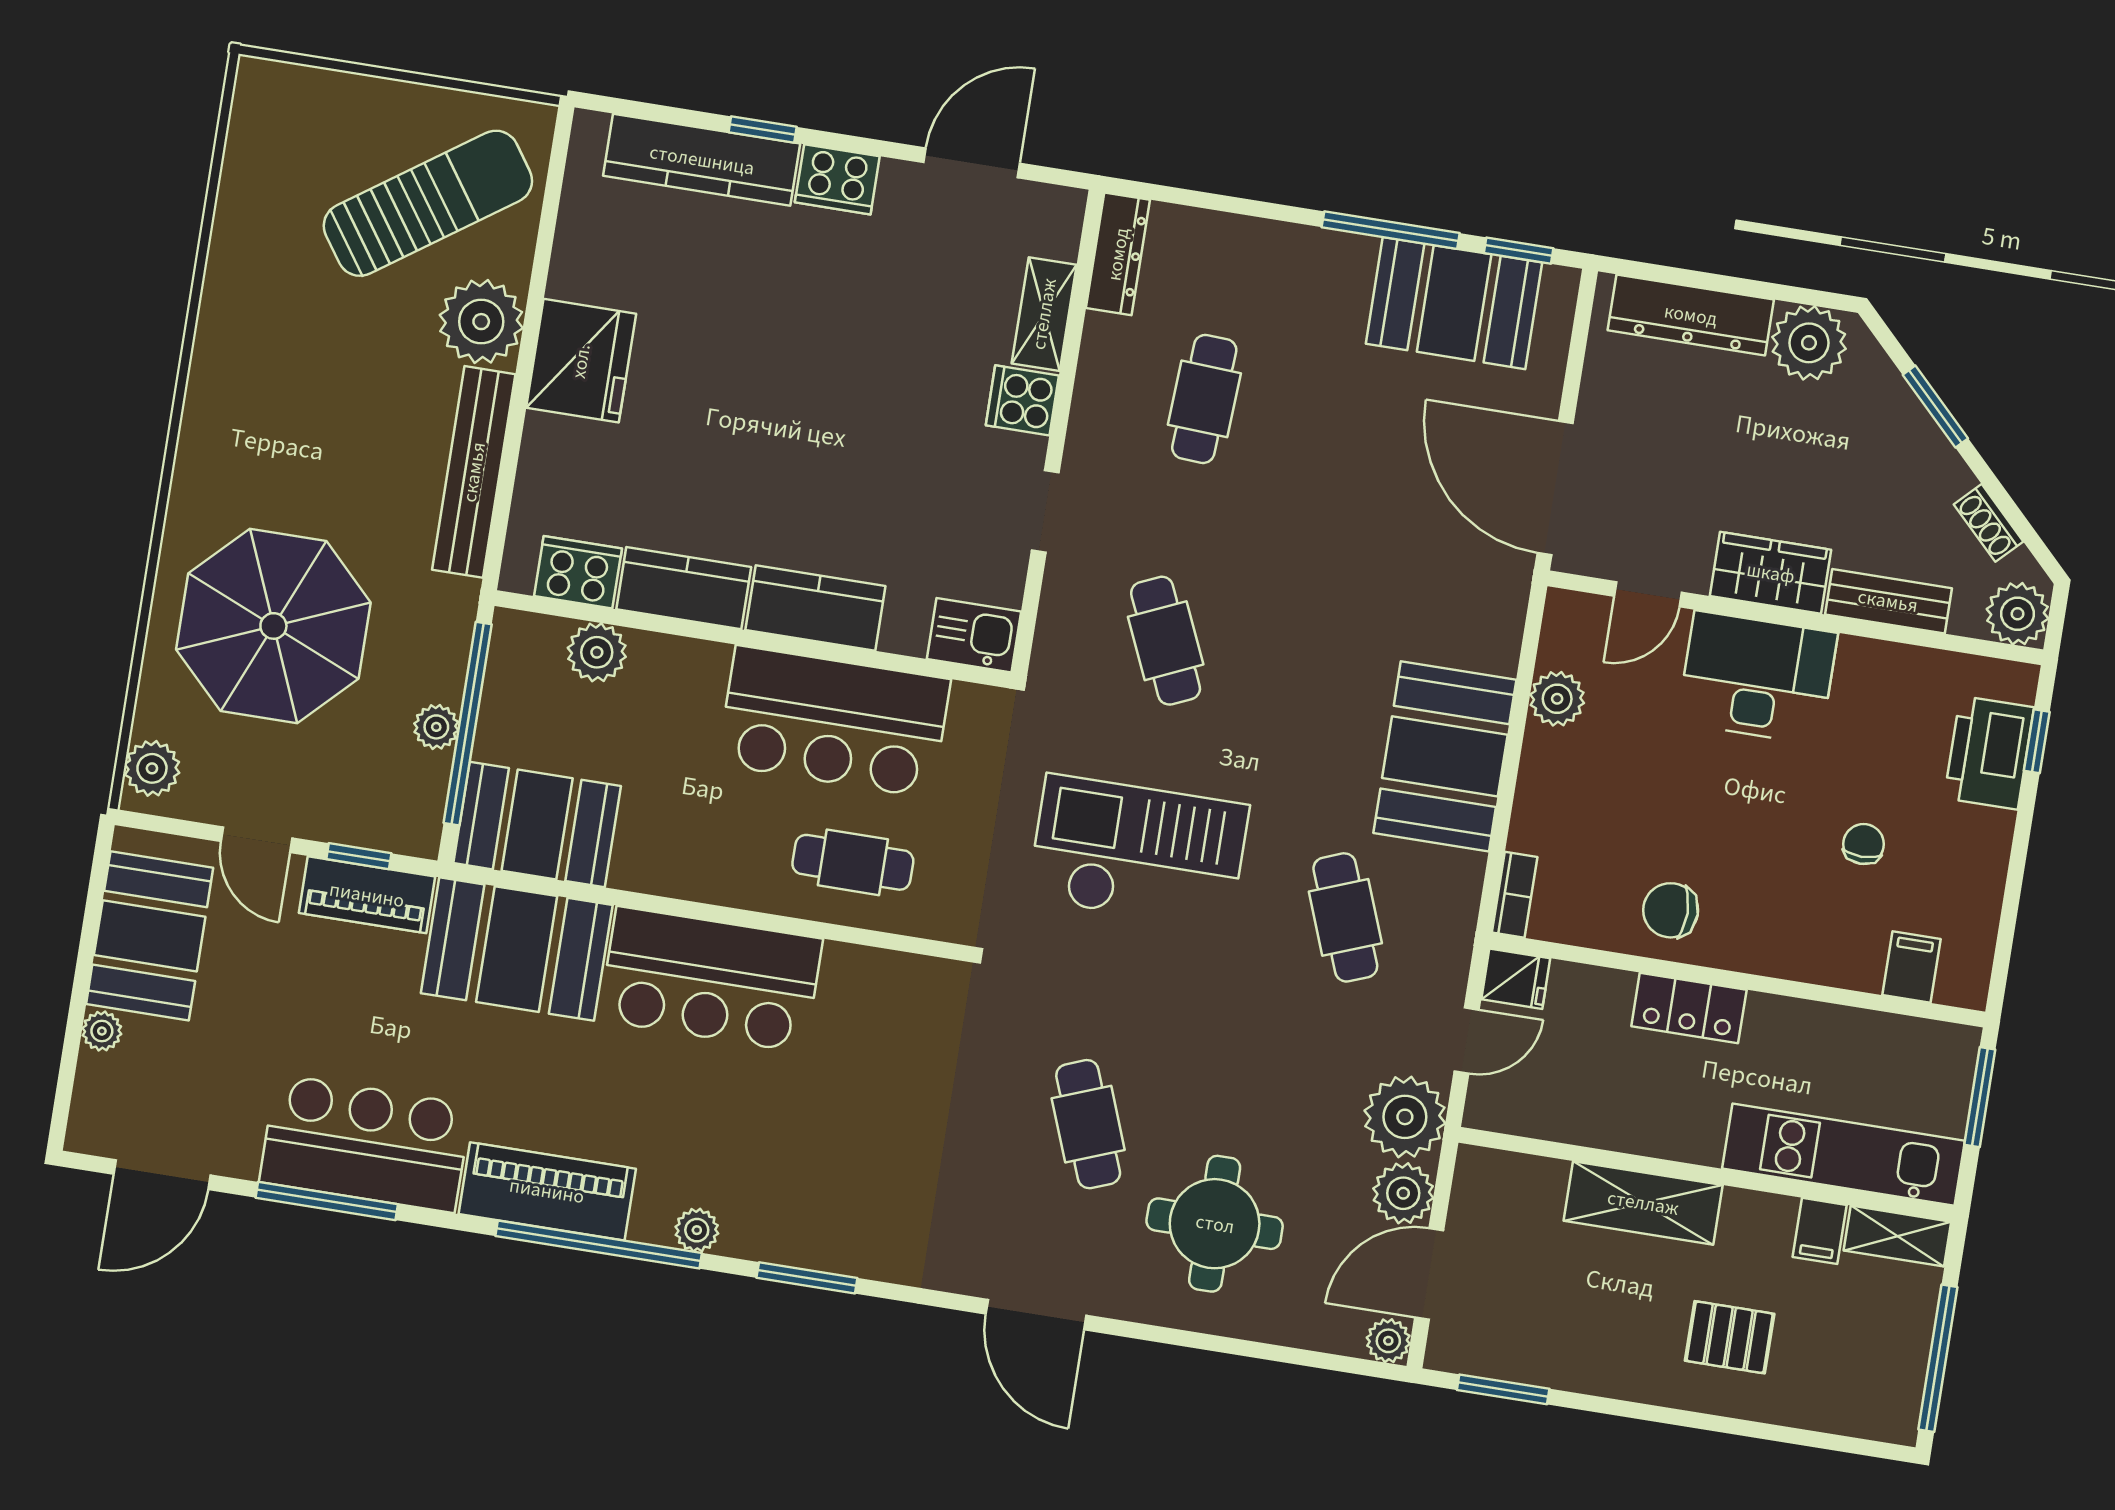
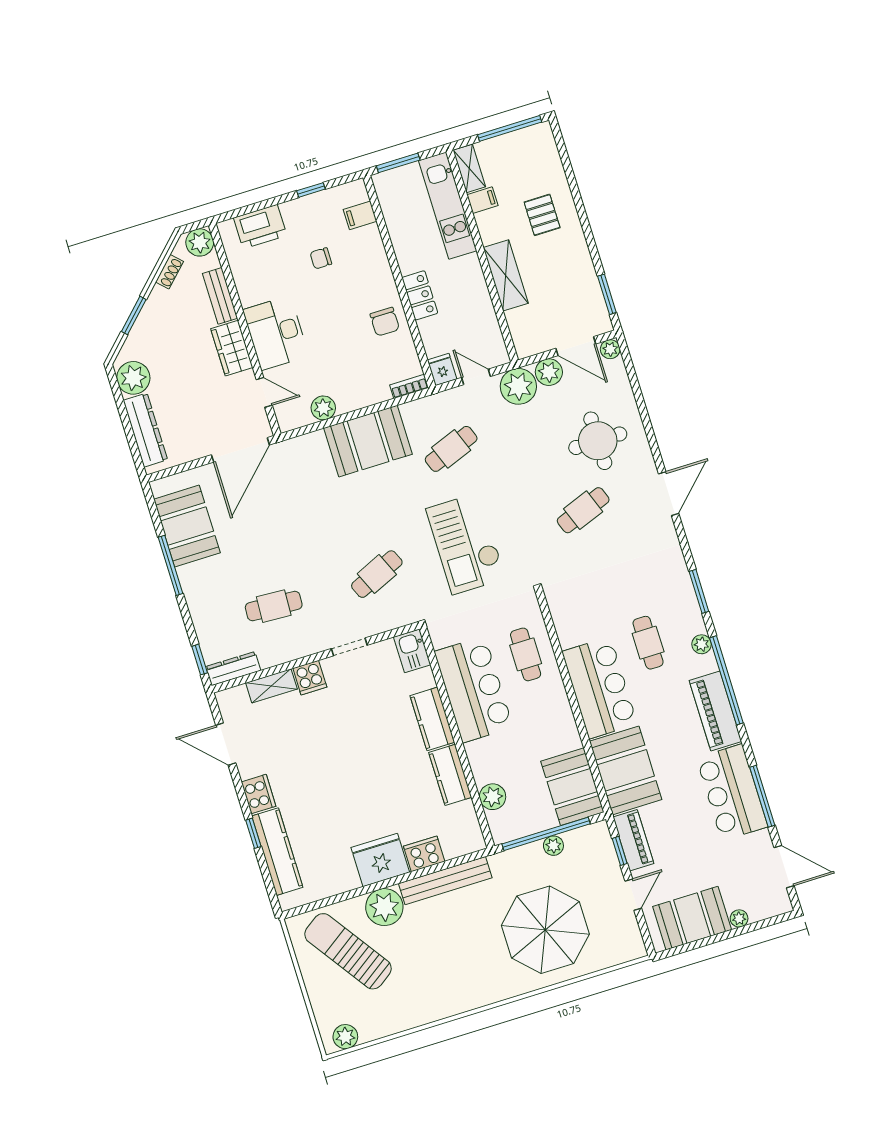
window: (1519, 251) -> (200, 660), moved
cooker: (578, 572) -> (424, 854), moved, turned 90
window: (2037, 741) -> (311, 190), moved
plant: (152, 768) -> (345, 1037), moved
cafe table: (754, 1123) -> (648, 643), added

